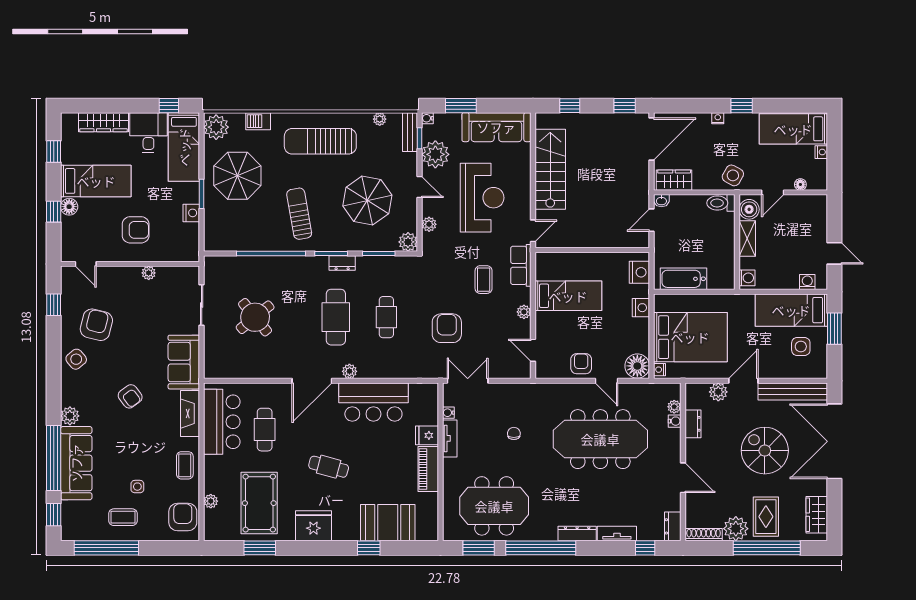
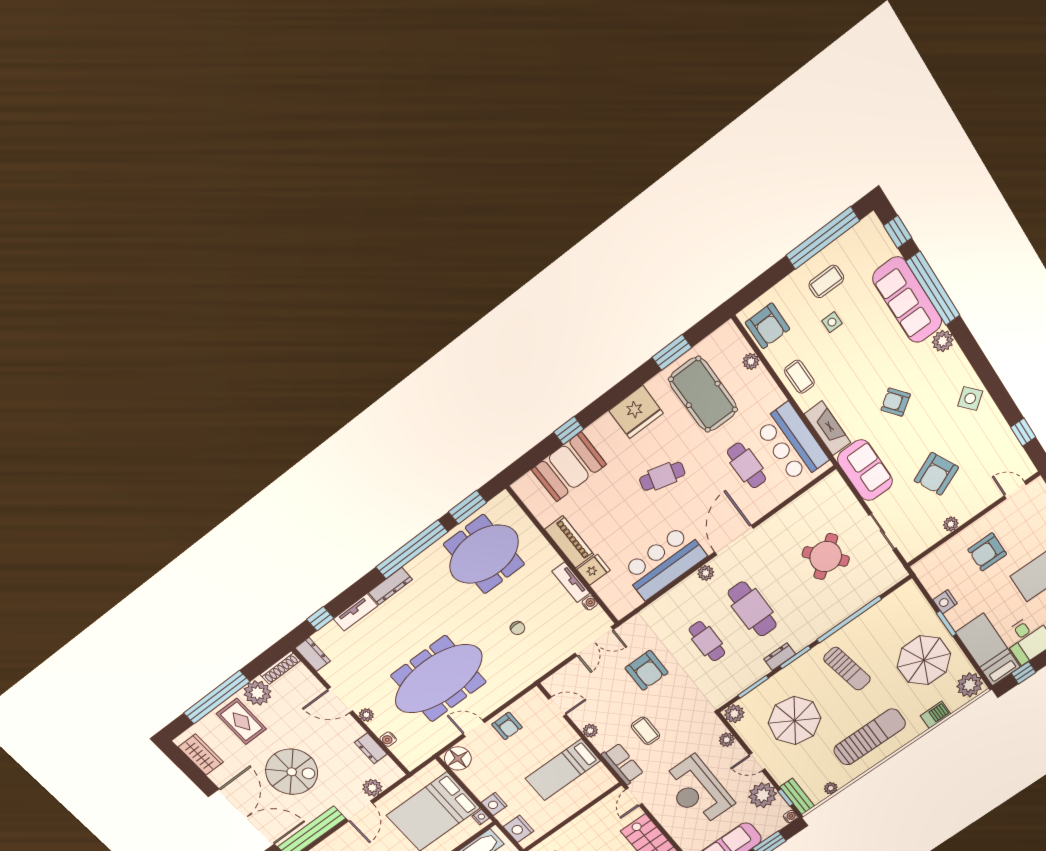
armchair: (96, 325) -> (936, 474), moved, turned 51
nightstand: (660, 370) -> (481, 817), moved
plant: (674, 407) -> (366, 715), moved

